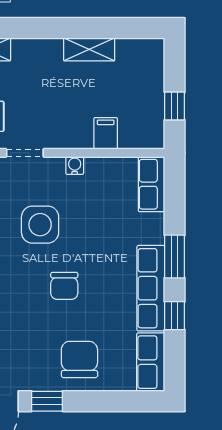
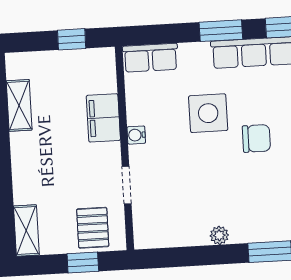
shelving: (89, 49) -> (19, 105), moved
filing cabinet: (106, 133) -> (103, 118), width x2.00
side table: (40, 225) -> (208, 113), moved

